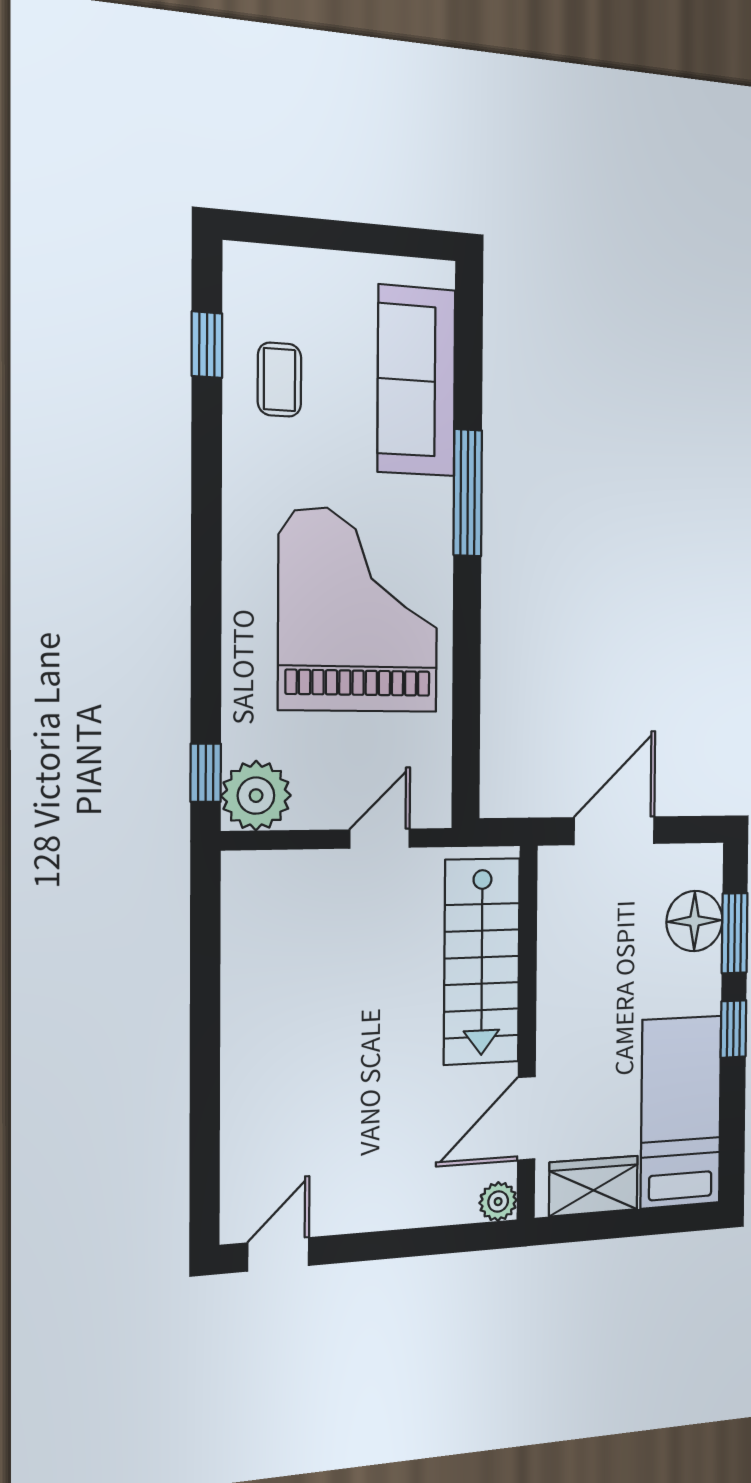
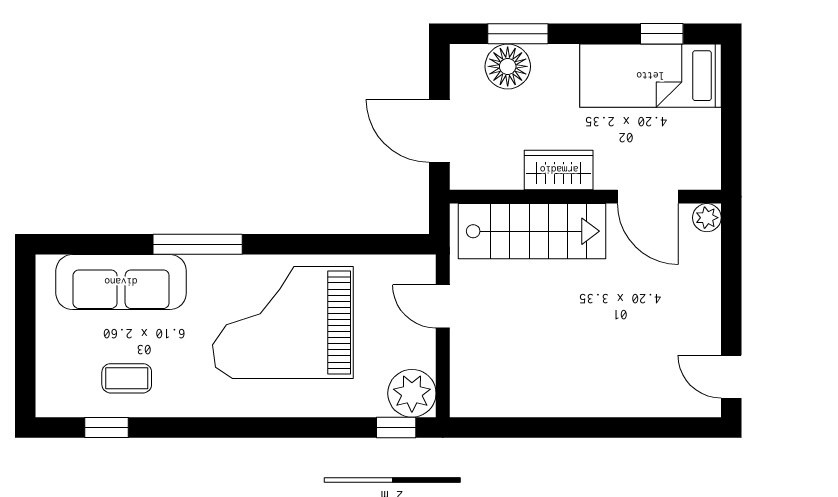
window: (733, 1029) -> (662, 34), moved
wardrobe: (594, 1186) -> (559, 170), moved, turned 90

